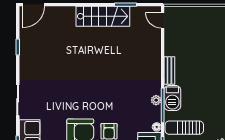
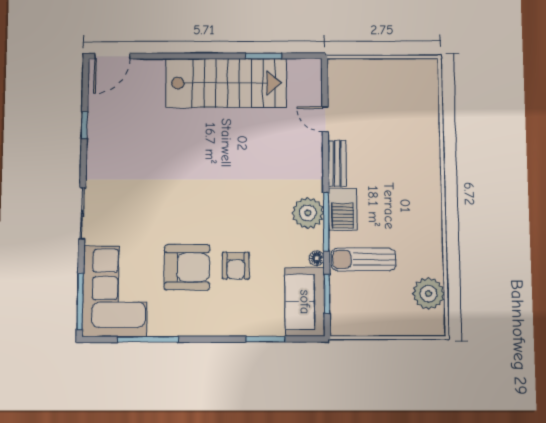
stairs: (103, 16) -> (226, 83), width x1.36, depth x1.51
door: (163, 20) -> (325, 119), moved
plant: (156, 100) -> (308, 213), width x1.87, depth x1.87

